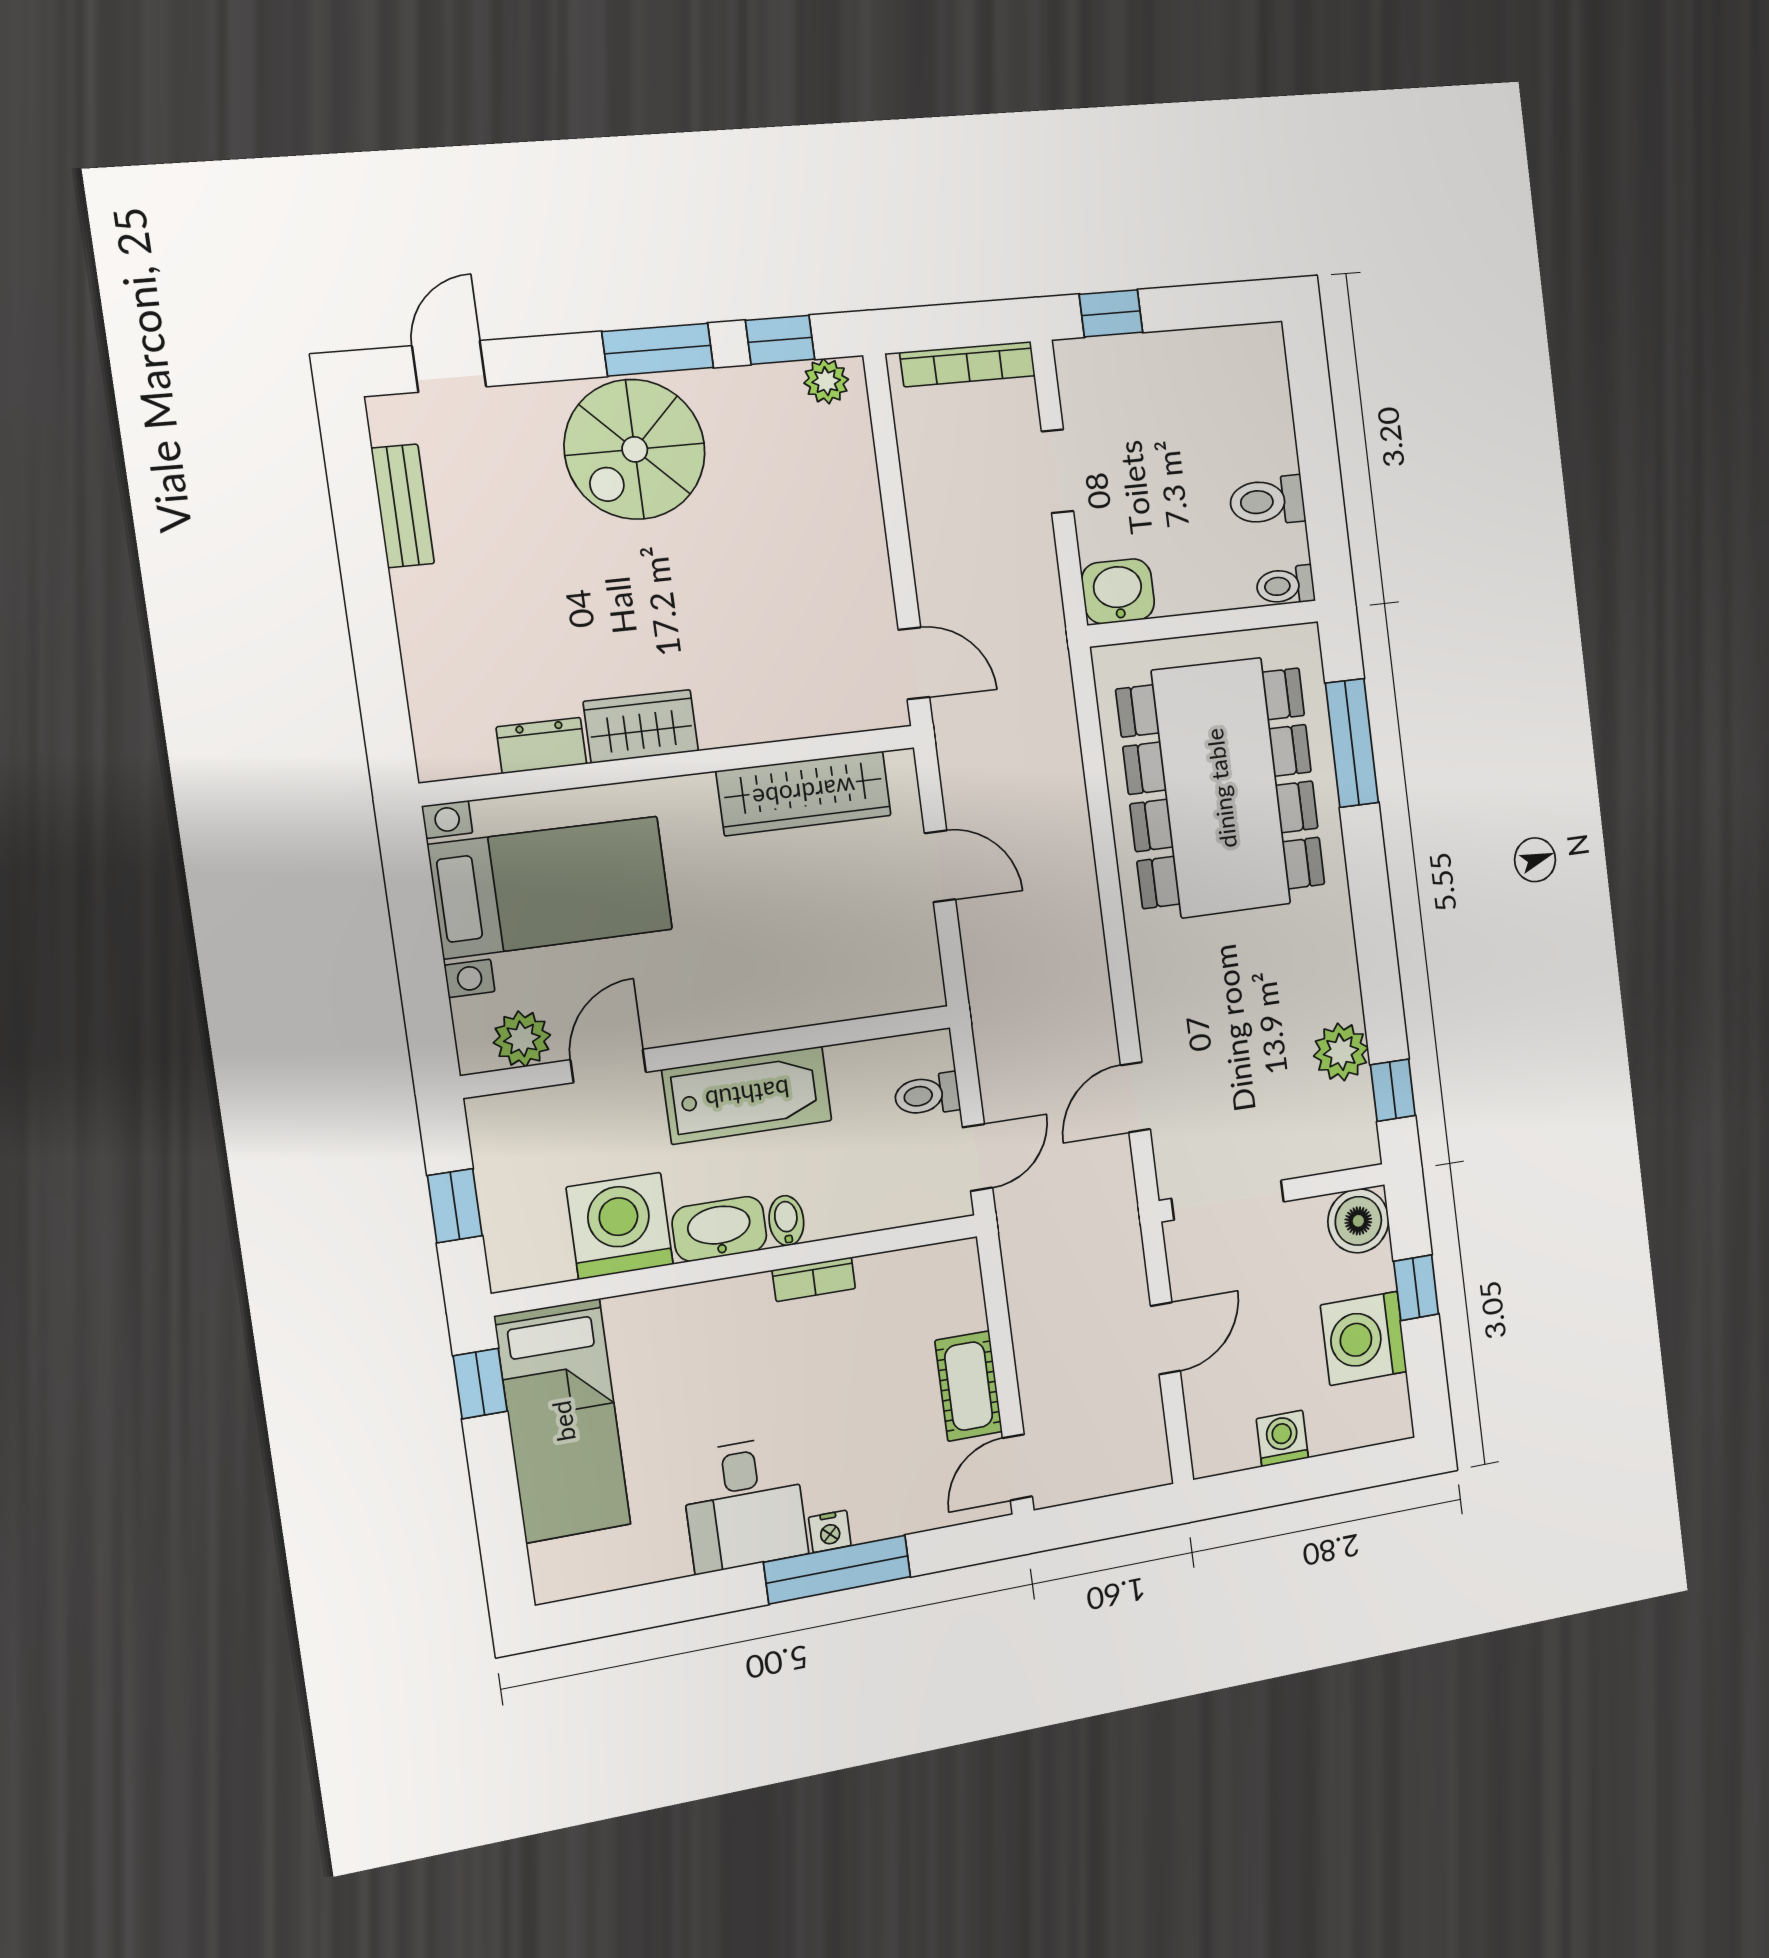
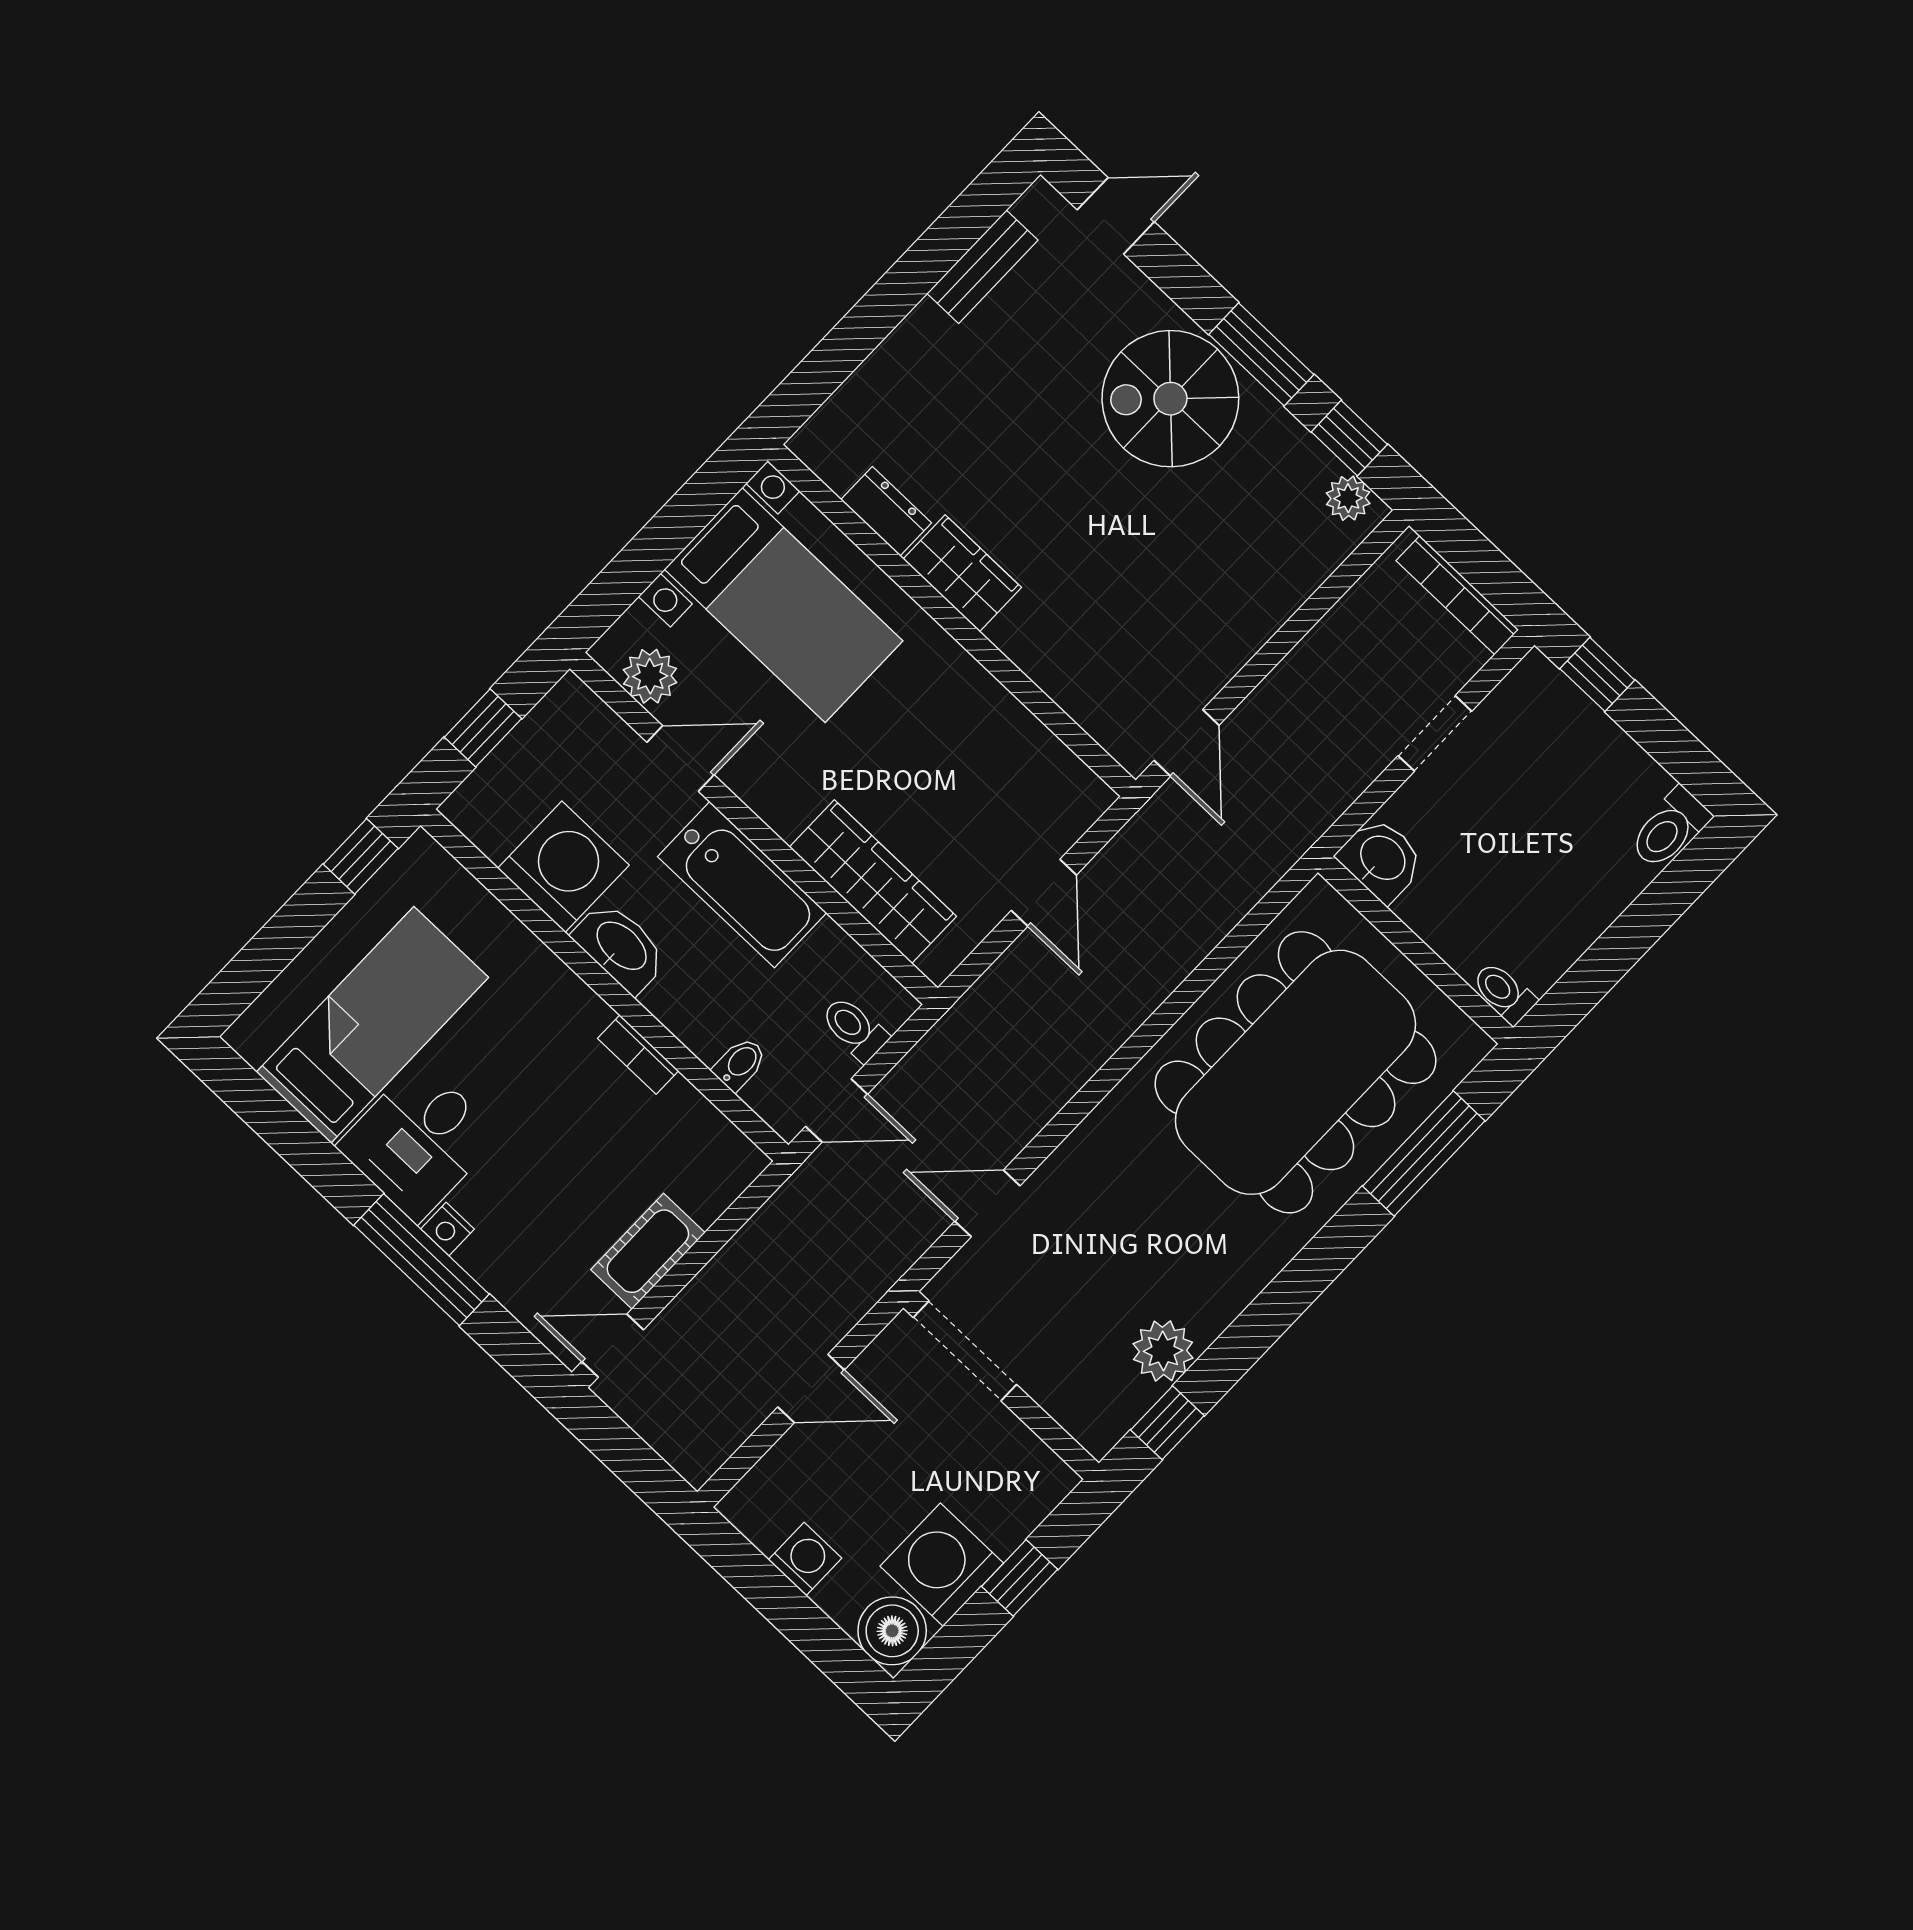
toilet: (1267, 501) -> (1670, 829), moved, turned -90
wardrobe: (804, 793) -> (873, 882), moved, turned 180
bidet: (786, 1221) -> (740, 1064), moved
boiler: (1358, 1221) -> (892, 1631), moved
bed: (563, 1421) -> (372, 1025), moved, turned 180

